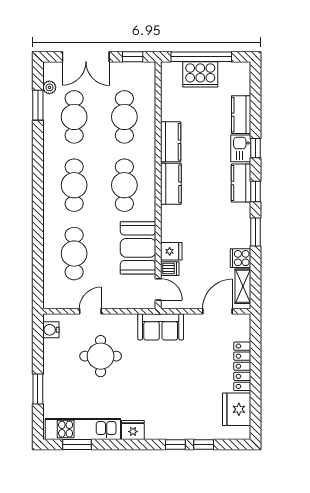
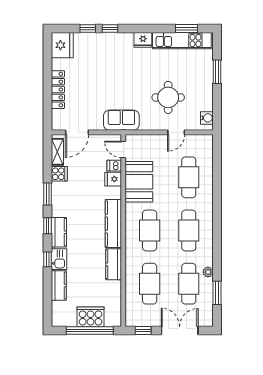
plant: (49, 87) -> (208, 272), moved
kitchen counter: (171, 184) -> (113, 224), width x1.50
fridge: (237, 409) -> (62, 45), moved

